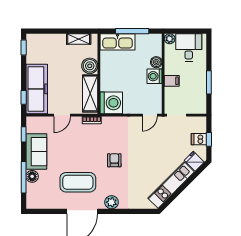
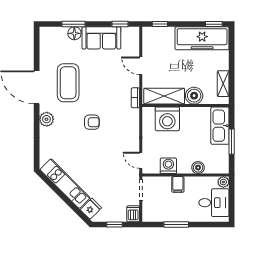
window: (132, 31) -> (232, 142), width x0.69
washing machine: (155, 76) -> (168, 166), moved
freezer: (37, 89) -> (202, 38), moved
washing machine: (111, 103) -> (167, 119), moved
dishwasher: (199, 139) -> (133, 214), moved
window: (24, 177) -> (74, 24), width x0.69

